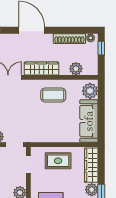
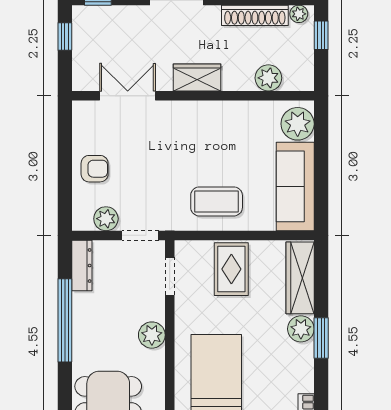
wardrobe: (42, 69) -> (197, 77), width x0.67
coffee table: (53, 95) -> (217, 201), moved
rug: (58, 161) -> (231, 269), turned 90

